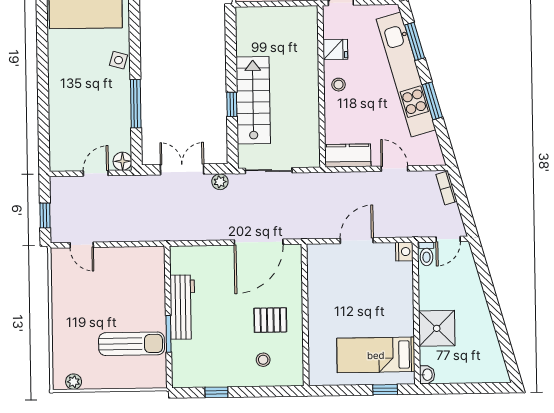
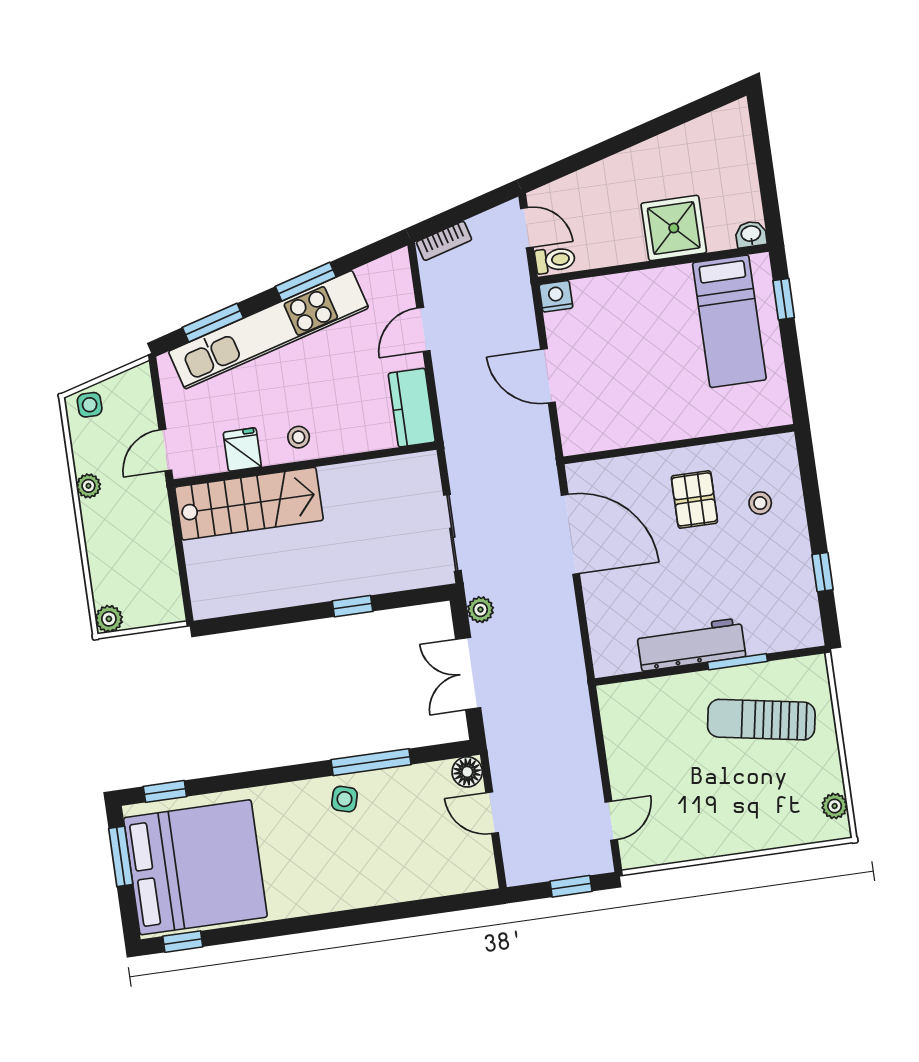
side table: (119, 60) -> (344, 799), moved
stairs: (253, 100) -> (249, 504), moved, turned 180
sun lounger: (132, 344) -> (761, 720), turned -80

